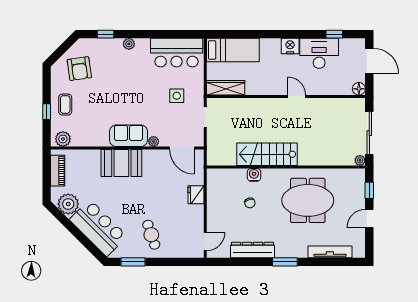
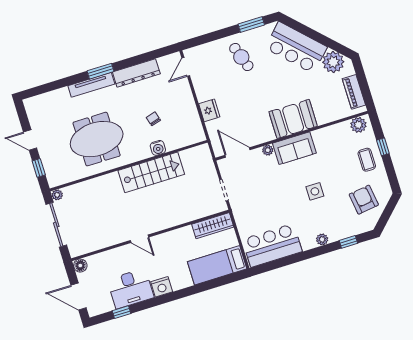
side table: (177, 96) -> (315, 191), moved
door: (369, 219) -> (30, 140), swing flipped
tv unit: (330, 252) -> (91, 85), moved

